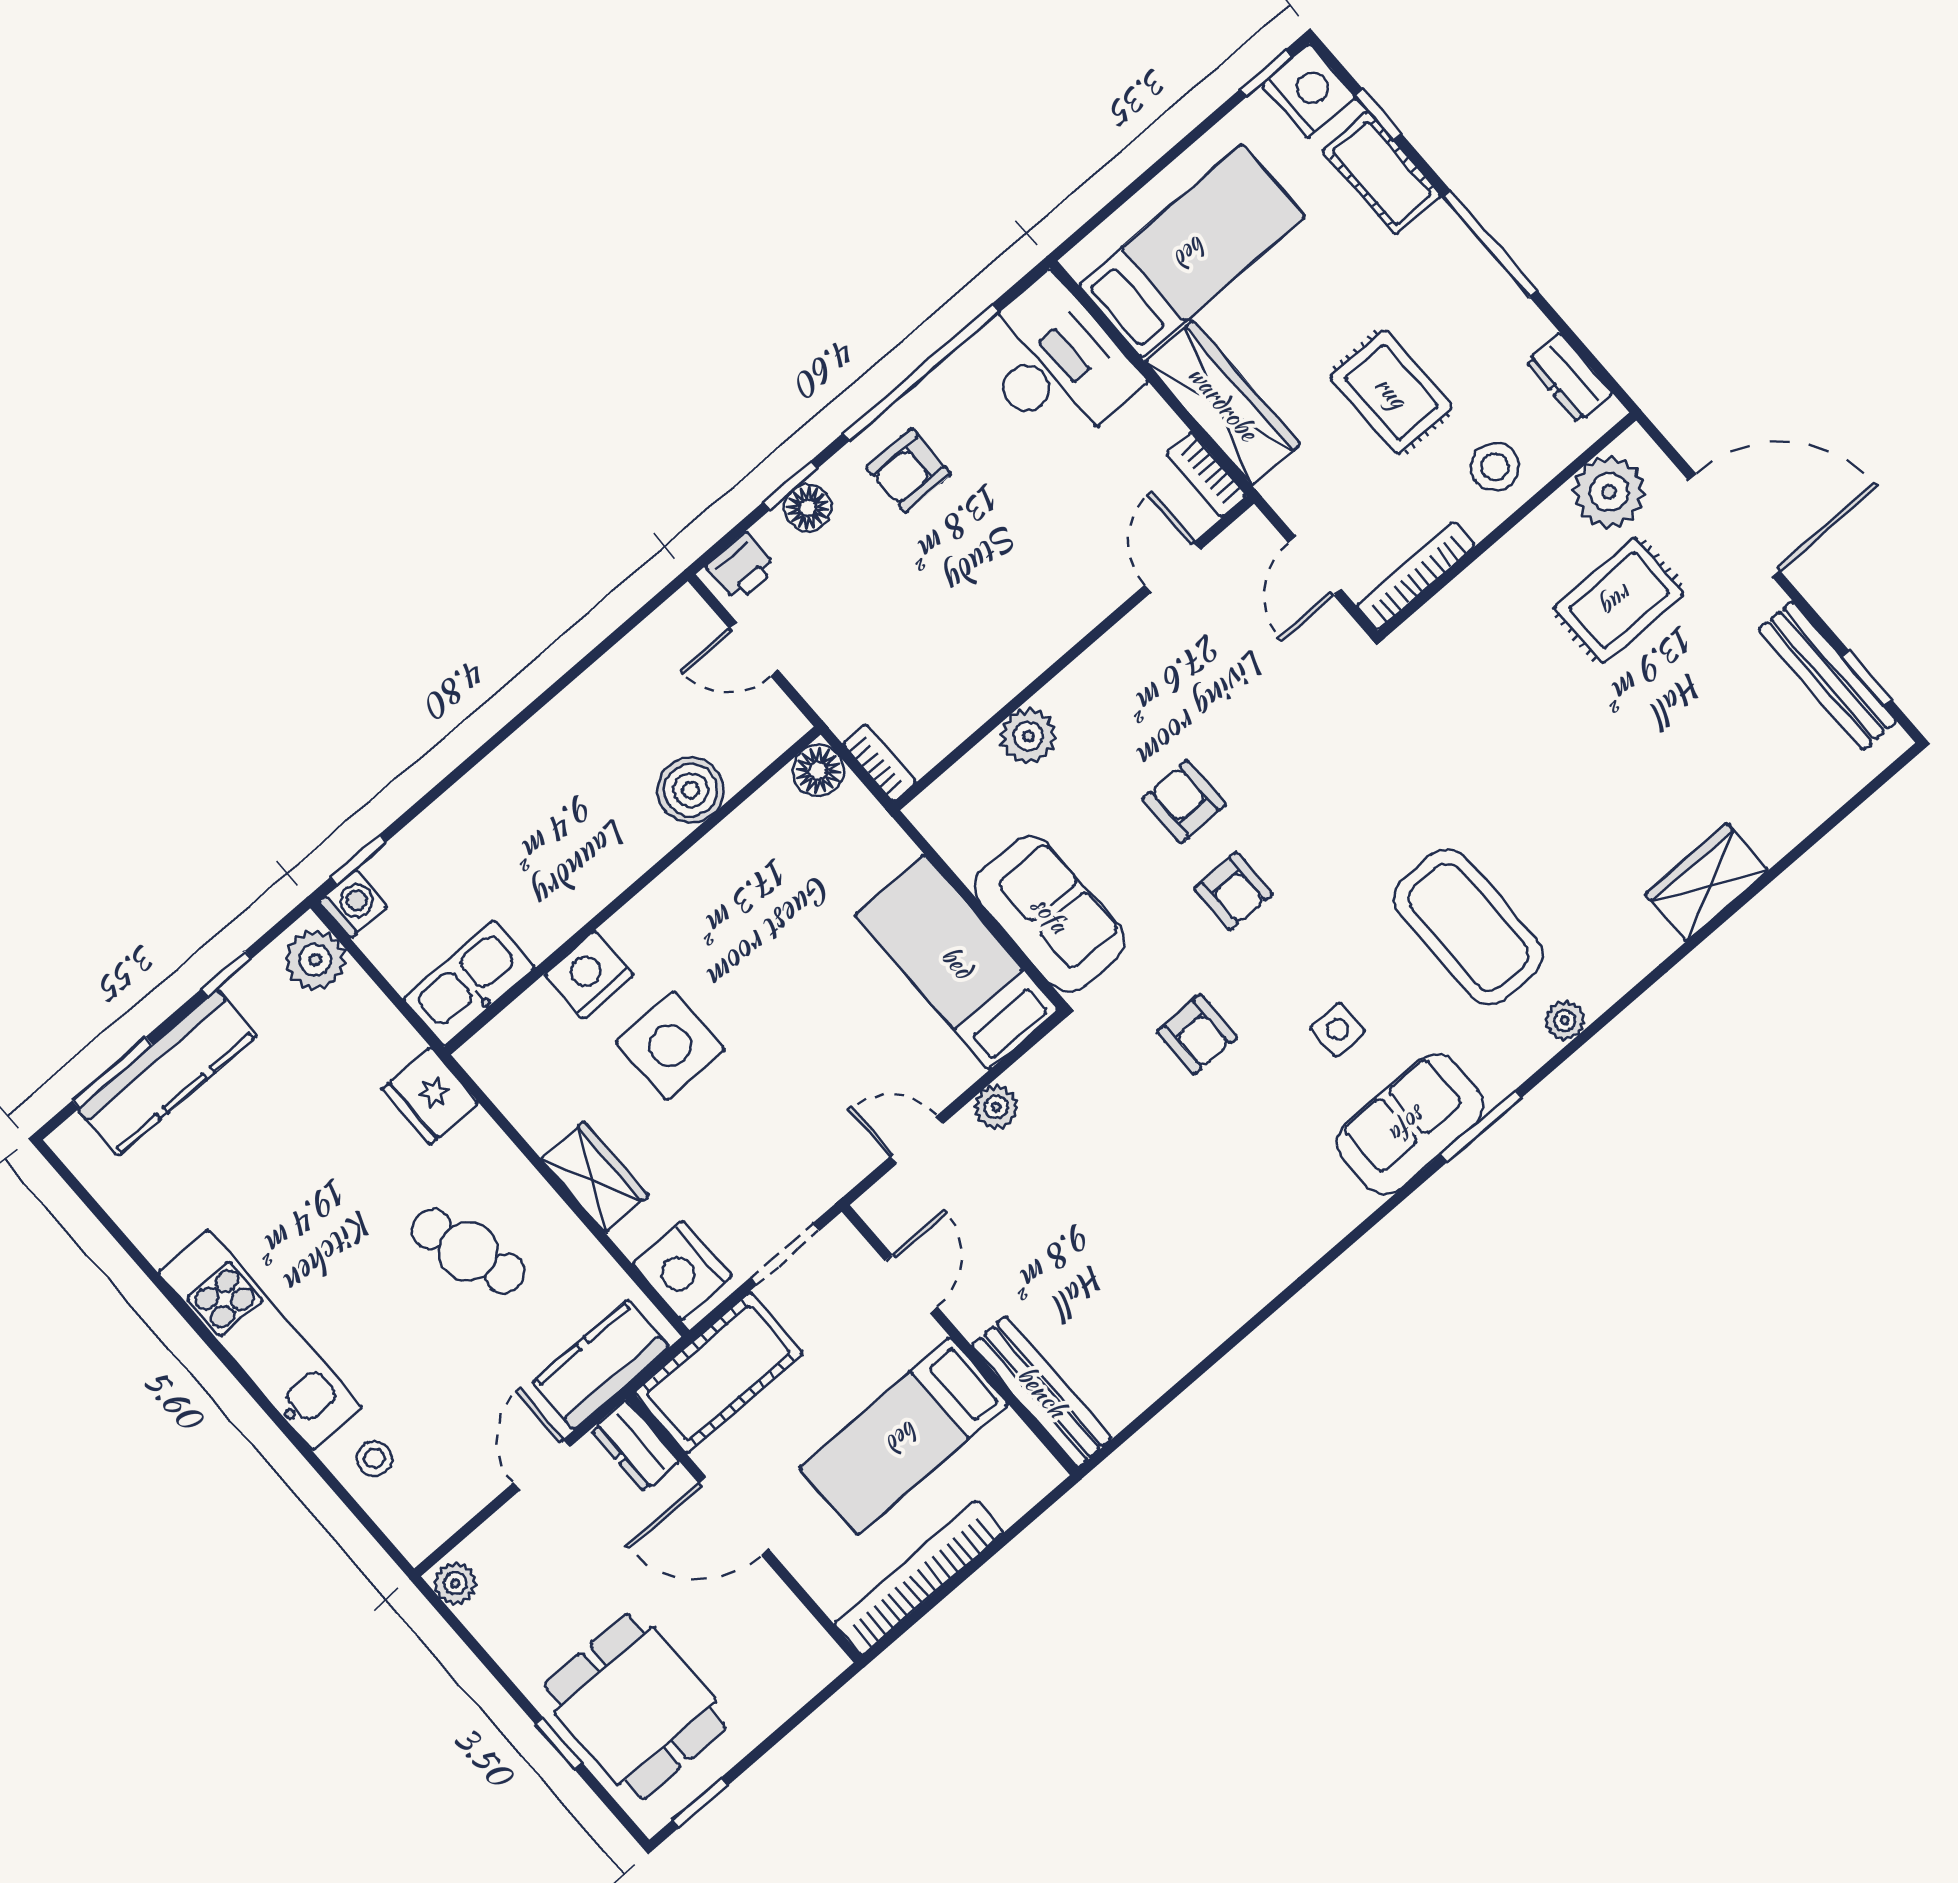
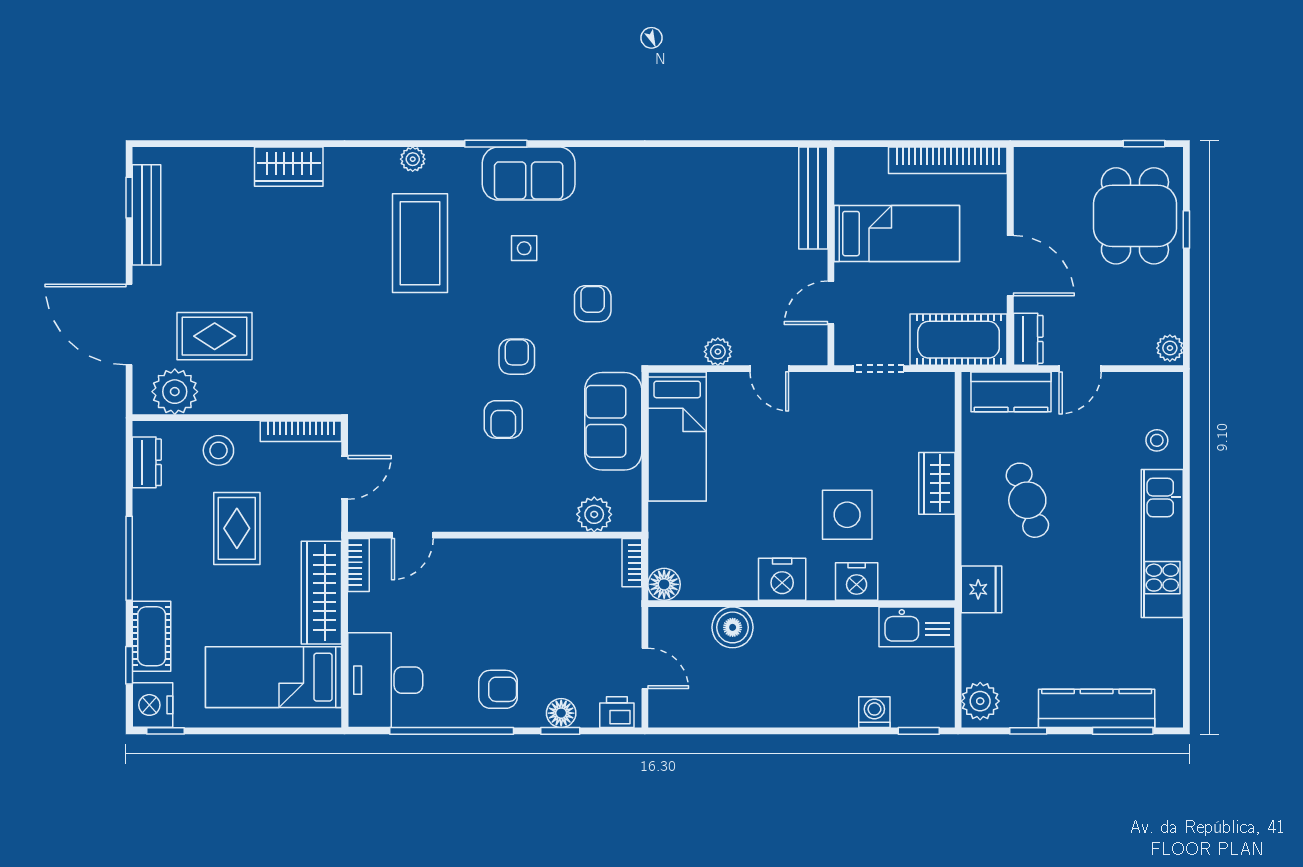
plant: (1028, 736) -> (594, 514), moved
washing machine: (353, 904) -> (874, 712), moved, turned 90
nightstand: (682, 1270) -> (782, 579), moved, turned 90

